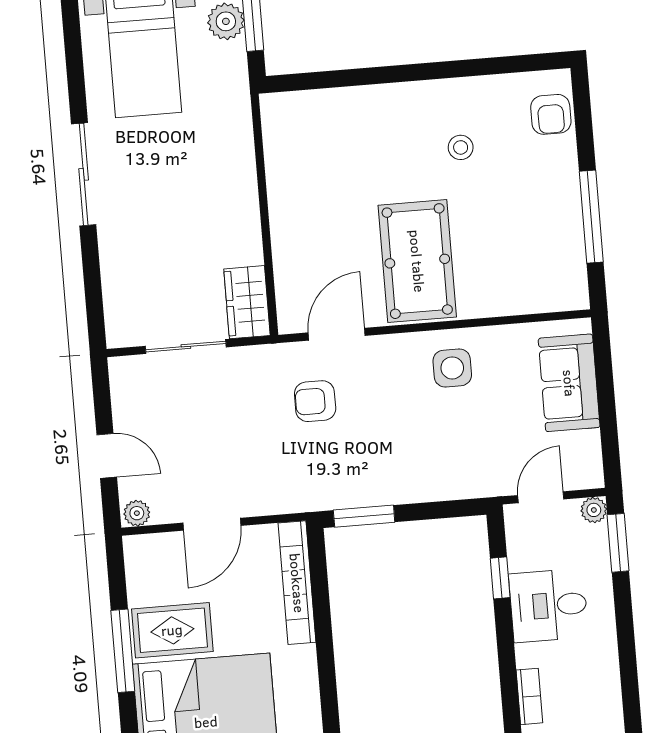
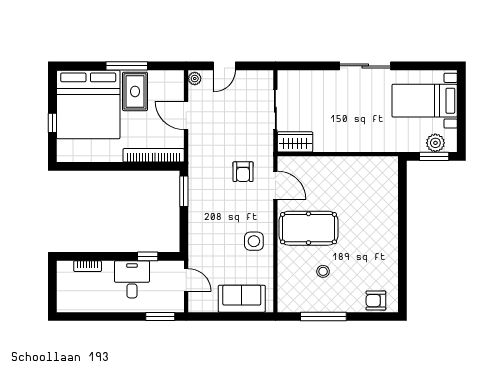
stool: (461, 147) -> (323, 271), moved
armchair: (315, 401) -> (243, 172), turned 180
plant: (594, 510) -> (178, 306), removed

